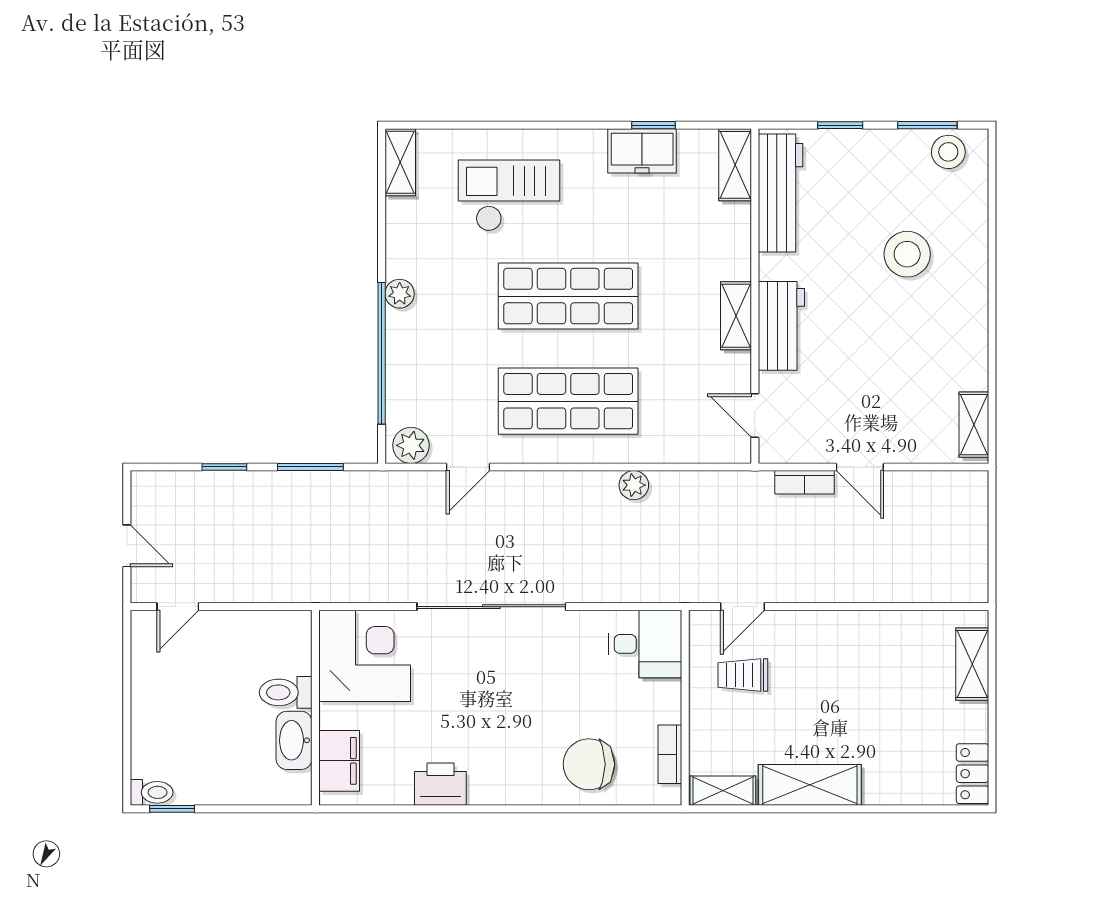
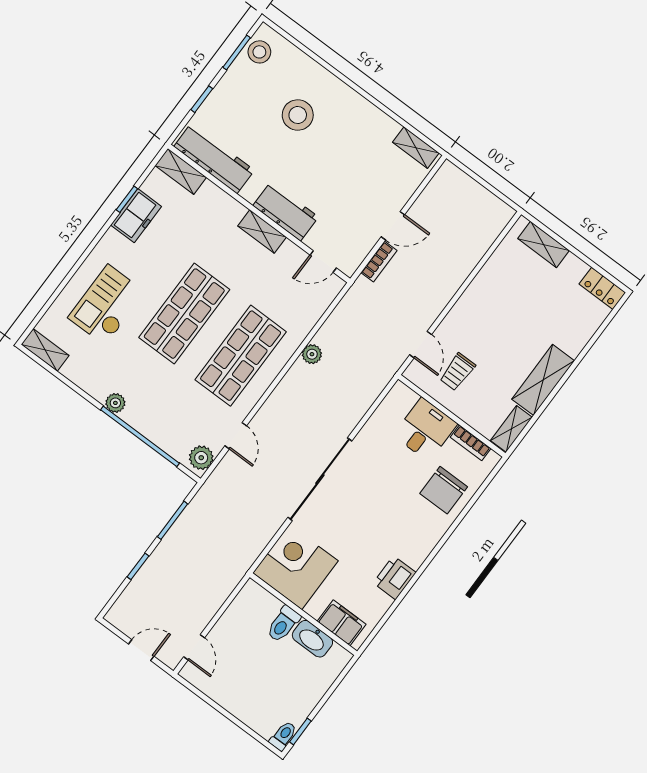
desk: (645, 644) -> (425, 430), moved

